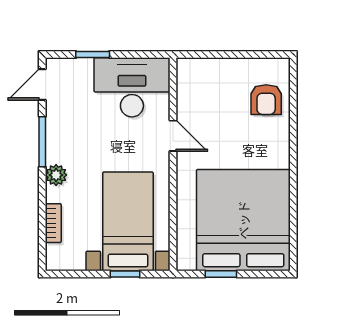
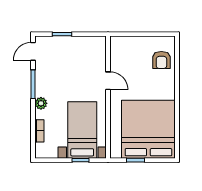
desk: (132, 87) -> (84, 53), removed

